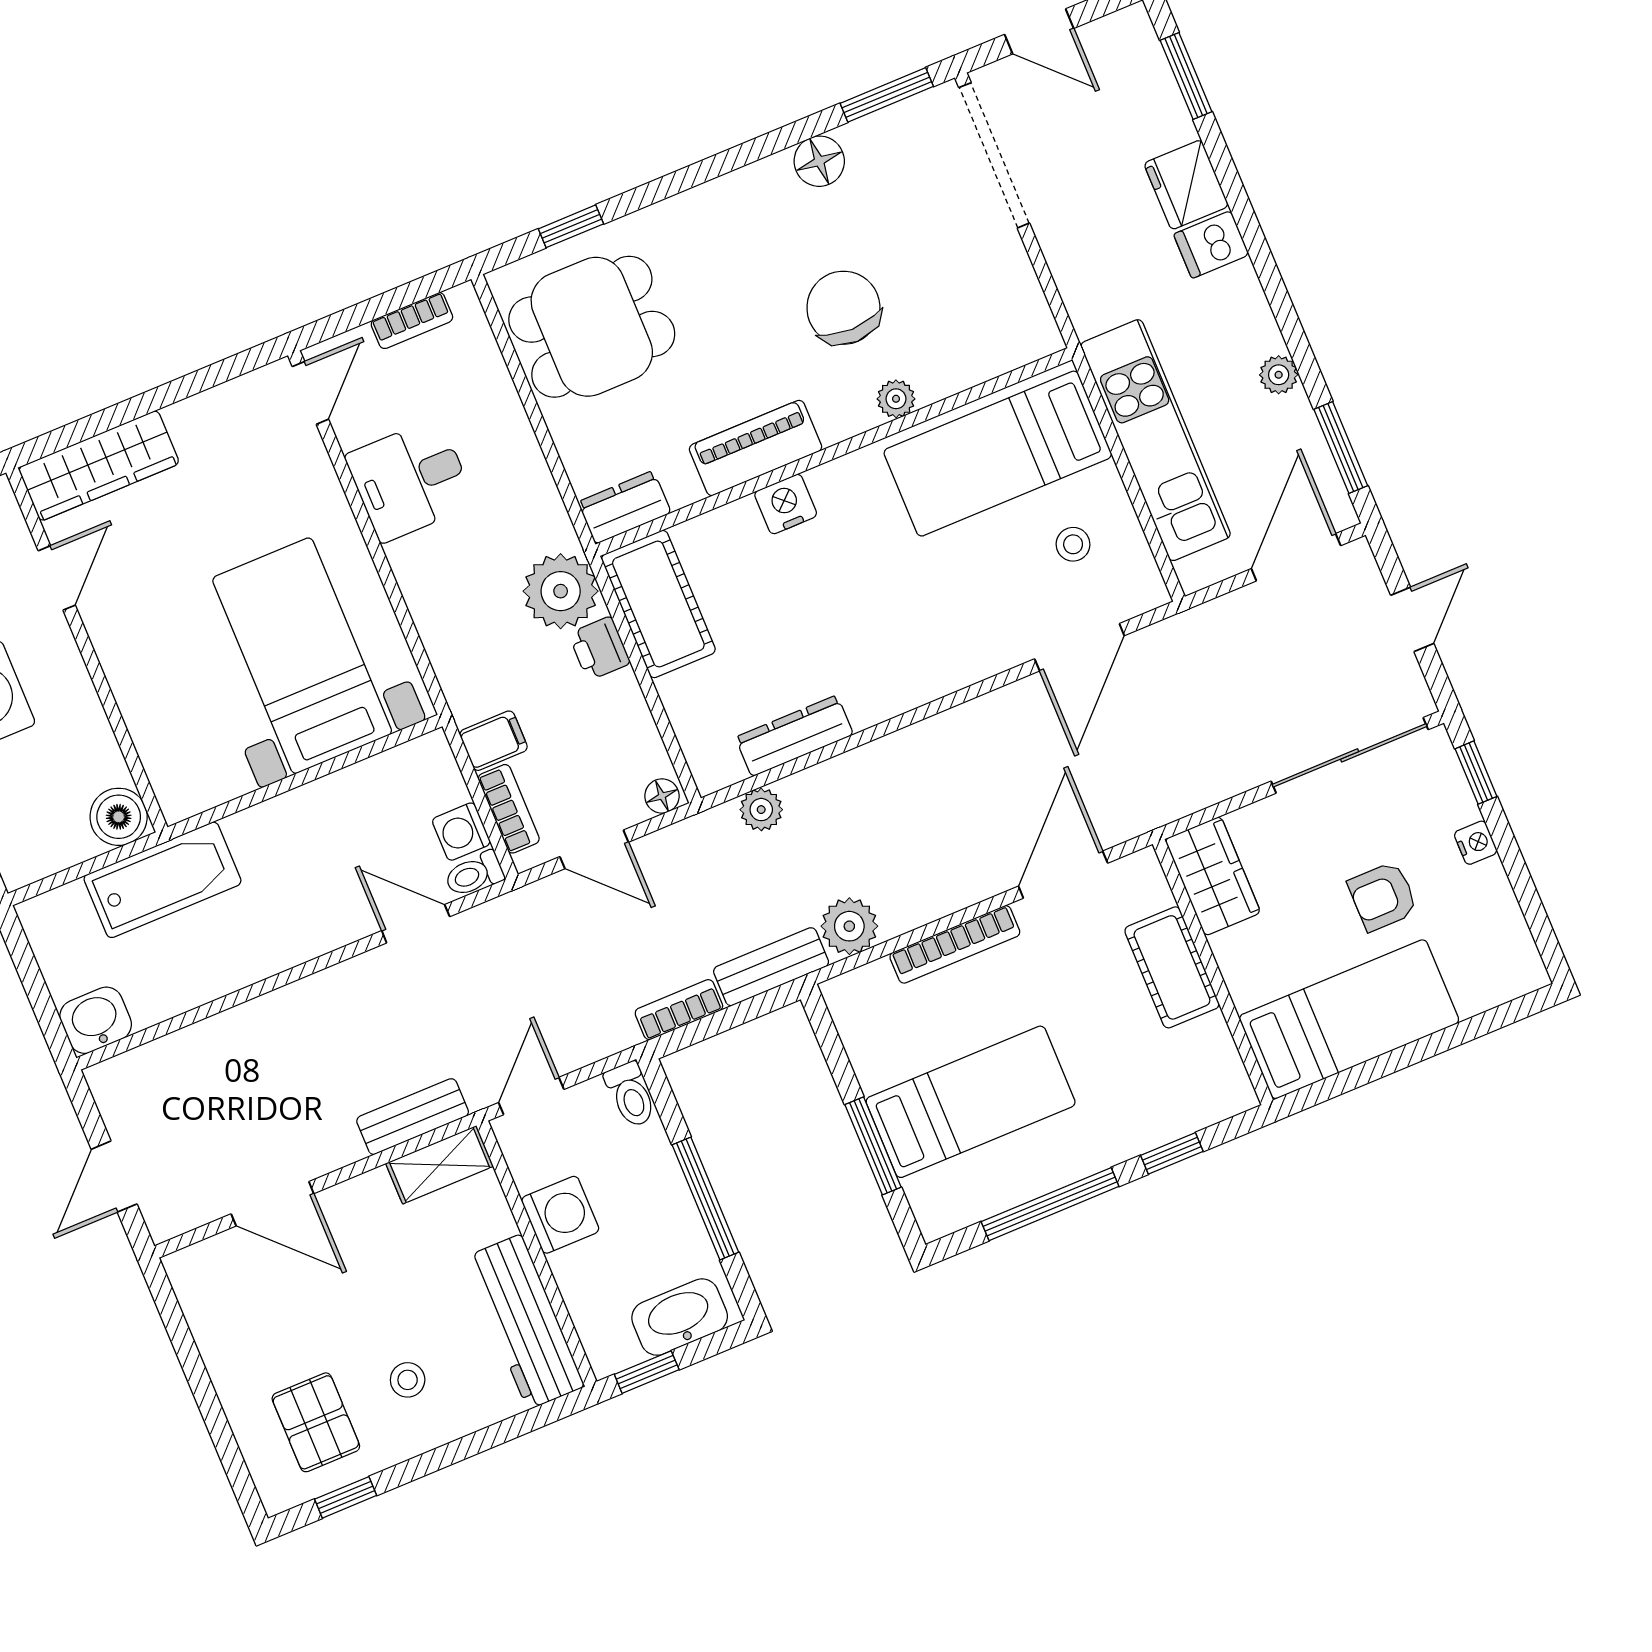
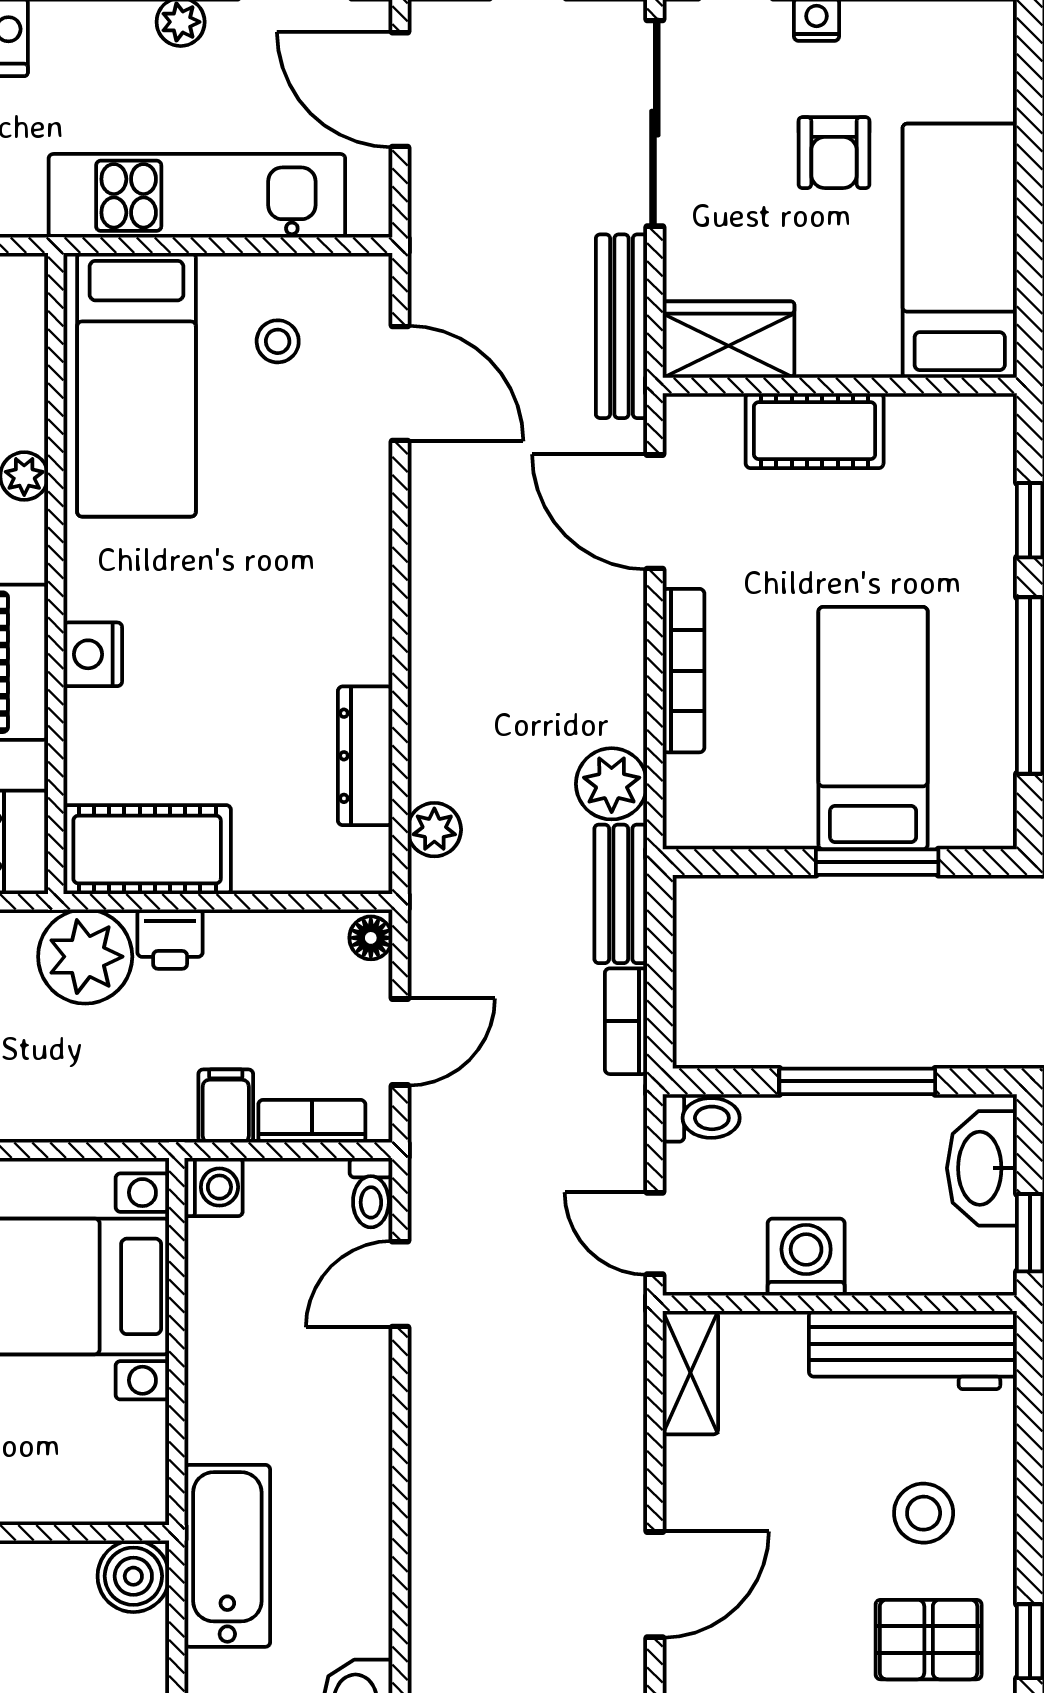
washing machine: (461, 832) -> (214, 1187), moved, turned -90
bench: (413, 1117) -> (621, 326), moved, width x1.36
stool: (408, 1380) -> (924, 1513), width x1.37, depth x1.37

